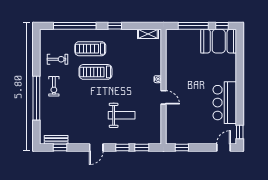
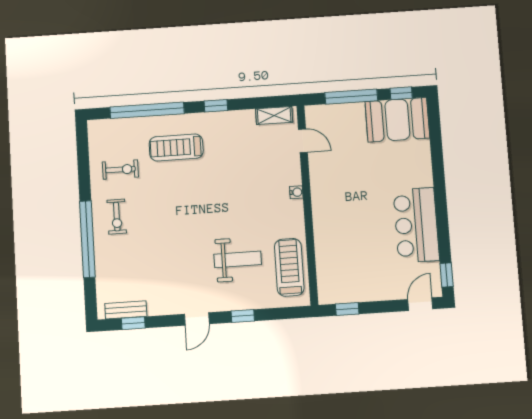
treadmill: (95, 72) -> (289, 267), moved, turned 90
door: (163, 97) -> (303, 141), moved
window: (142, 148) -> (277, 314), removed

